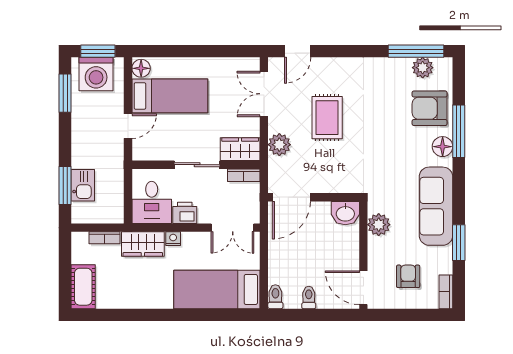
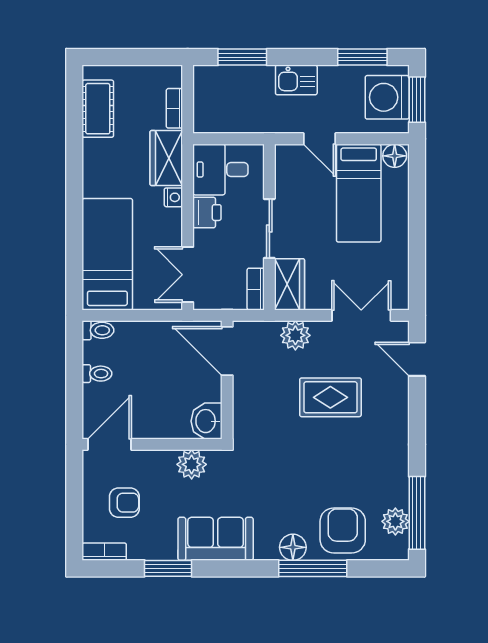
kitchen sink: (83, 185) -> (296, 80), moved
sofa: (436, 206) -> (216, 539), width x0.73
cot: (83, 287) -> (98, 109), moved, turned 90

